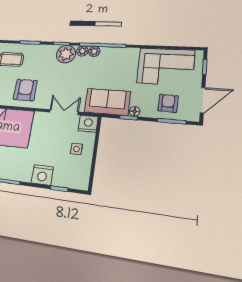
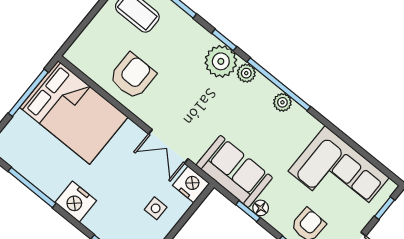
plant: (94, 51) -> (282, 102), moved
double door: (64, 112) -> (168, 146), swing flipped
nightstand: (42, 175) -> (76, 202), moved

